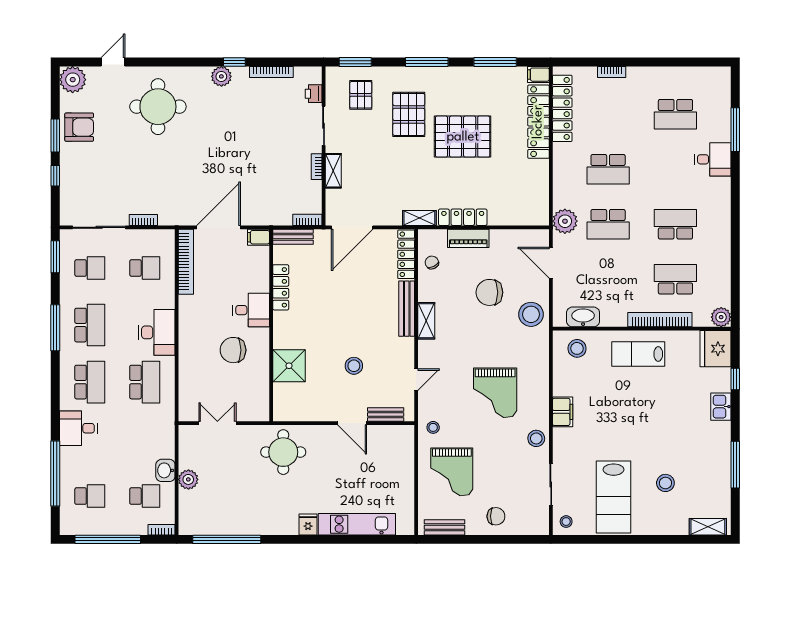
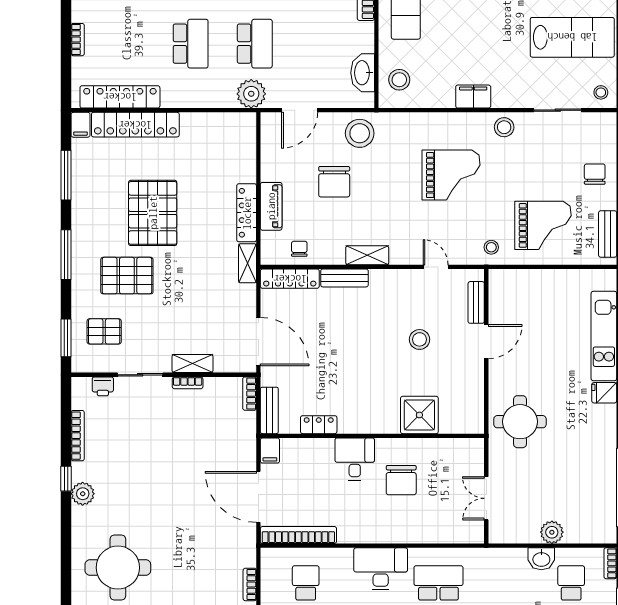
chair: (432, 262) -> (299, 249), turned 116
locker: (281, 287) -> (319, 425), width x0.66
bench: (407, 309) -> (344, 278), width x0.73

